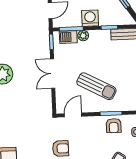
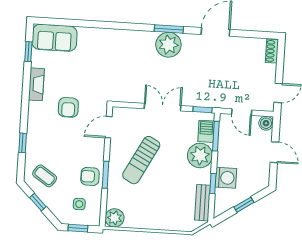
washing machine: (90, 18) -> (226, 178), moved
plant: (83, 36) -> (200, 155), width x1.88, depth x1.88
door: (73, 115) -> (109, 127), swing flipped

